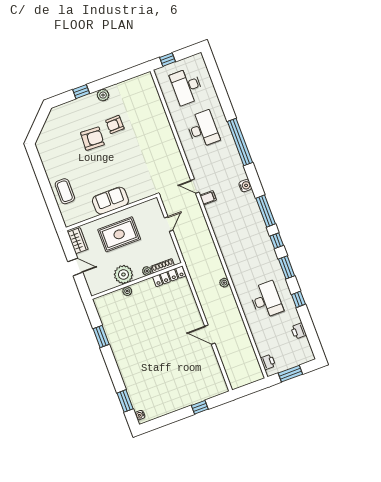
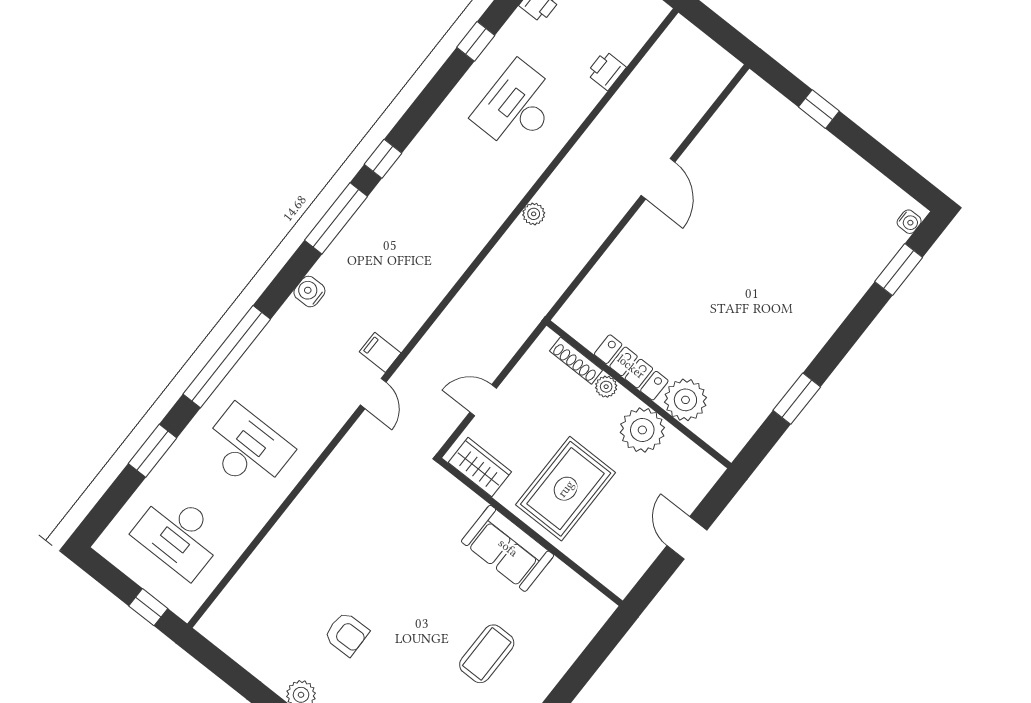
desk: (187, 86) -> (179, 534), turned 90
desk: (203, 129) -> (247, 449), turned 90
armchair: (92, 139) -> (403, 662), removed
coffee table: (65, 191) -> (487, 654), moved
rug: (119, 234) -> (566, 489), turned 90
wardrobe: (78, 241) -> (480, 467), moved, turned 90
window: (287, 267) -> (152, 451), moved
locker: (169, 276) -> (631, 367), moved
plant: (127, 291) -> (685, 400), width x1.88, depth x1.88
printer: (268, 362) -> (606, 71), moved

